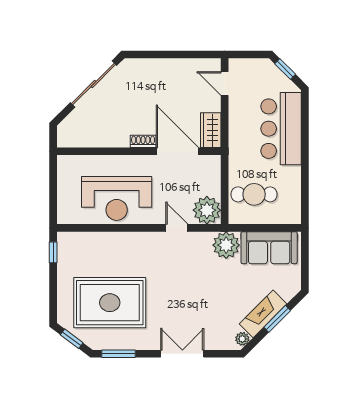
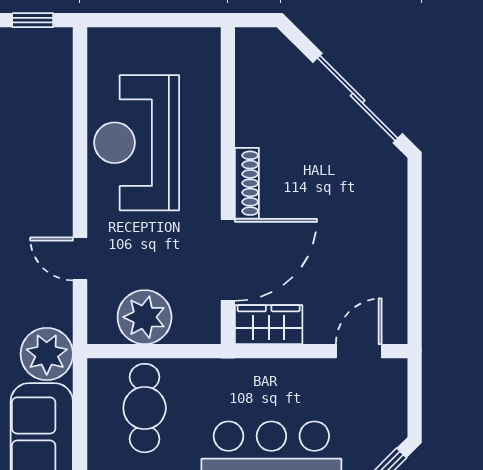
shoe rack: (143, 141) -> (247, 183), width x1.43
plant: (207, 210) -> (145, 317), moved
door: (177, 228) -> (80, 259), swing flipped

